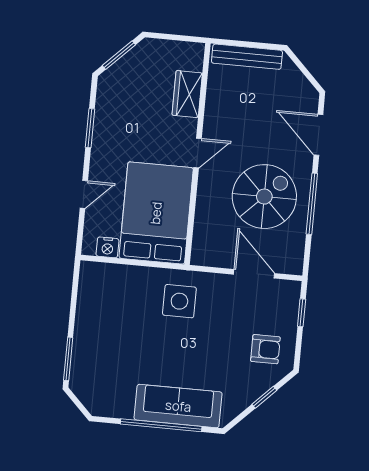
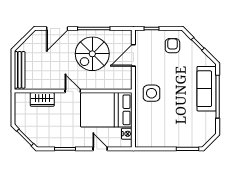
spiral stairs: (264, 197) -> (92, 54), turned -90

